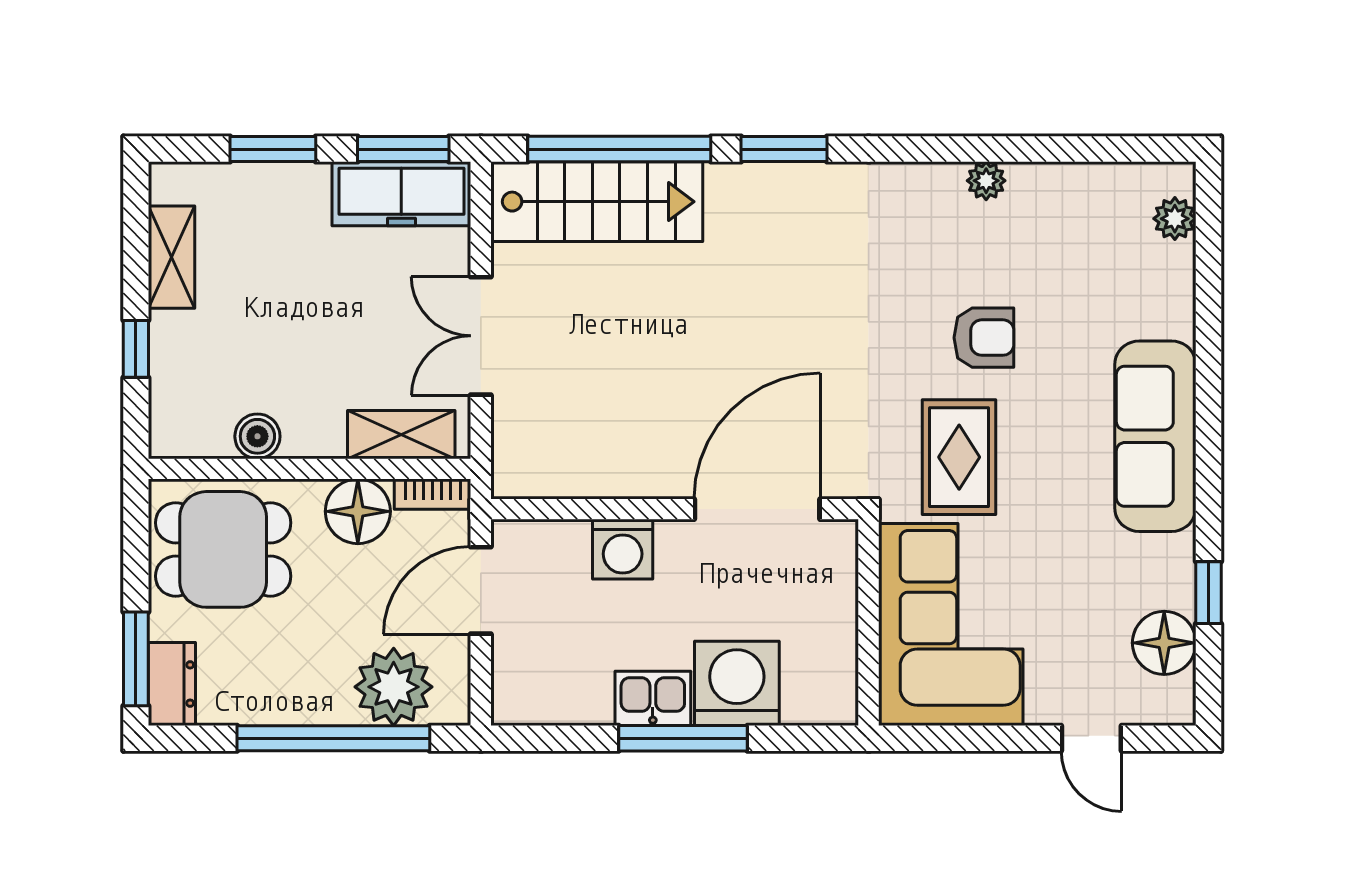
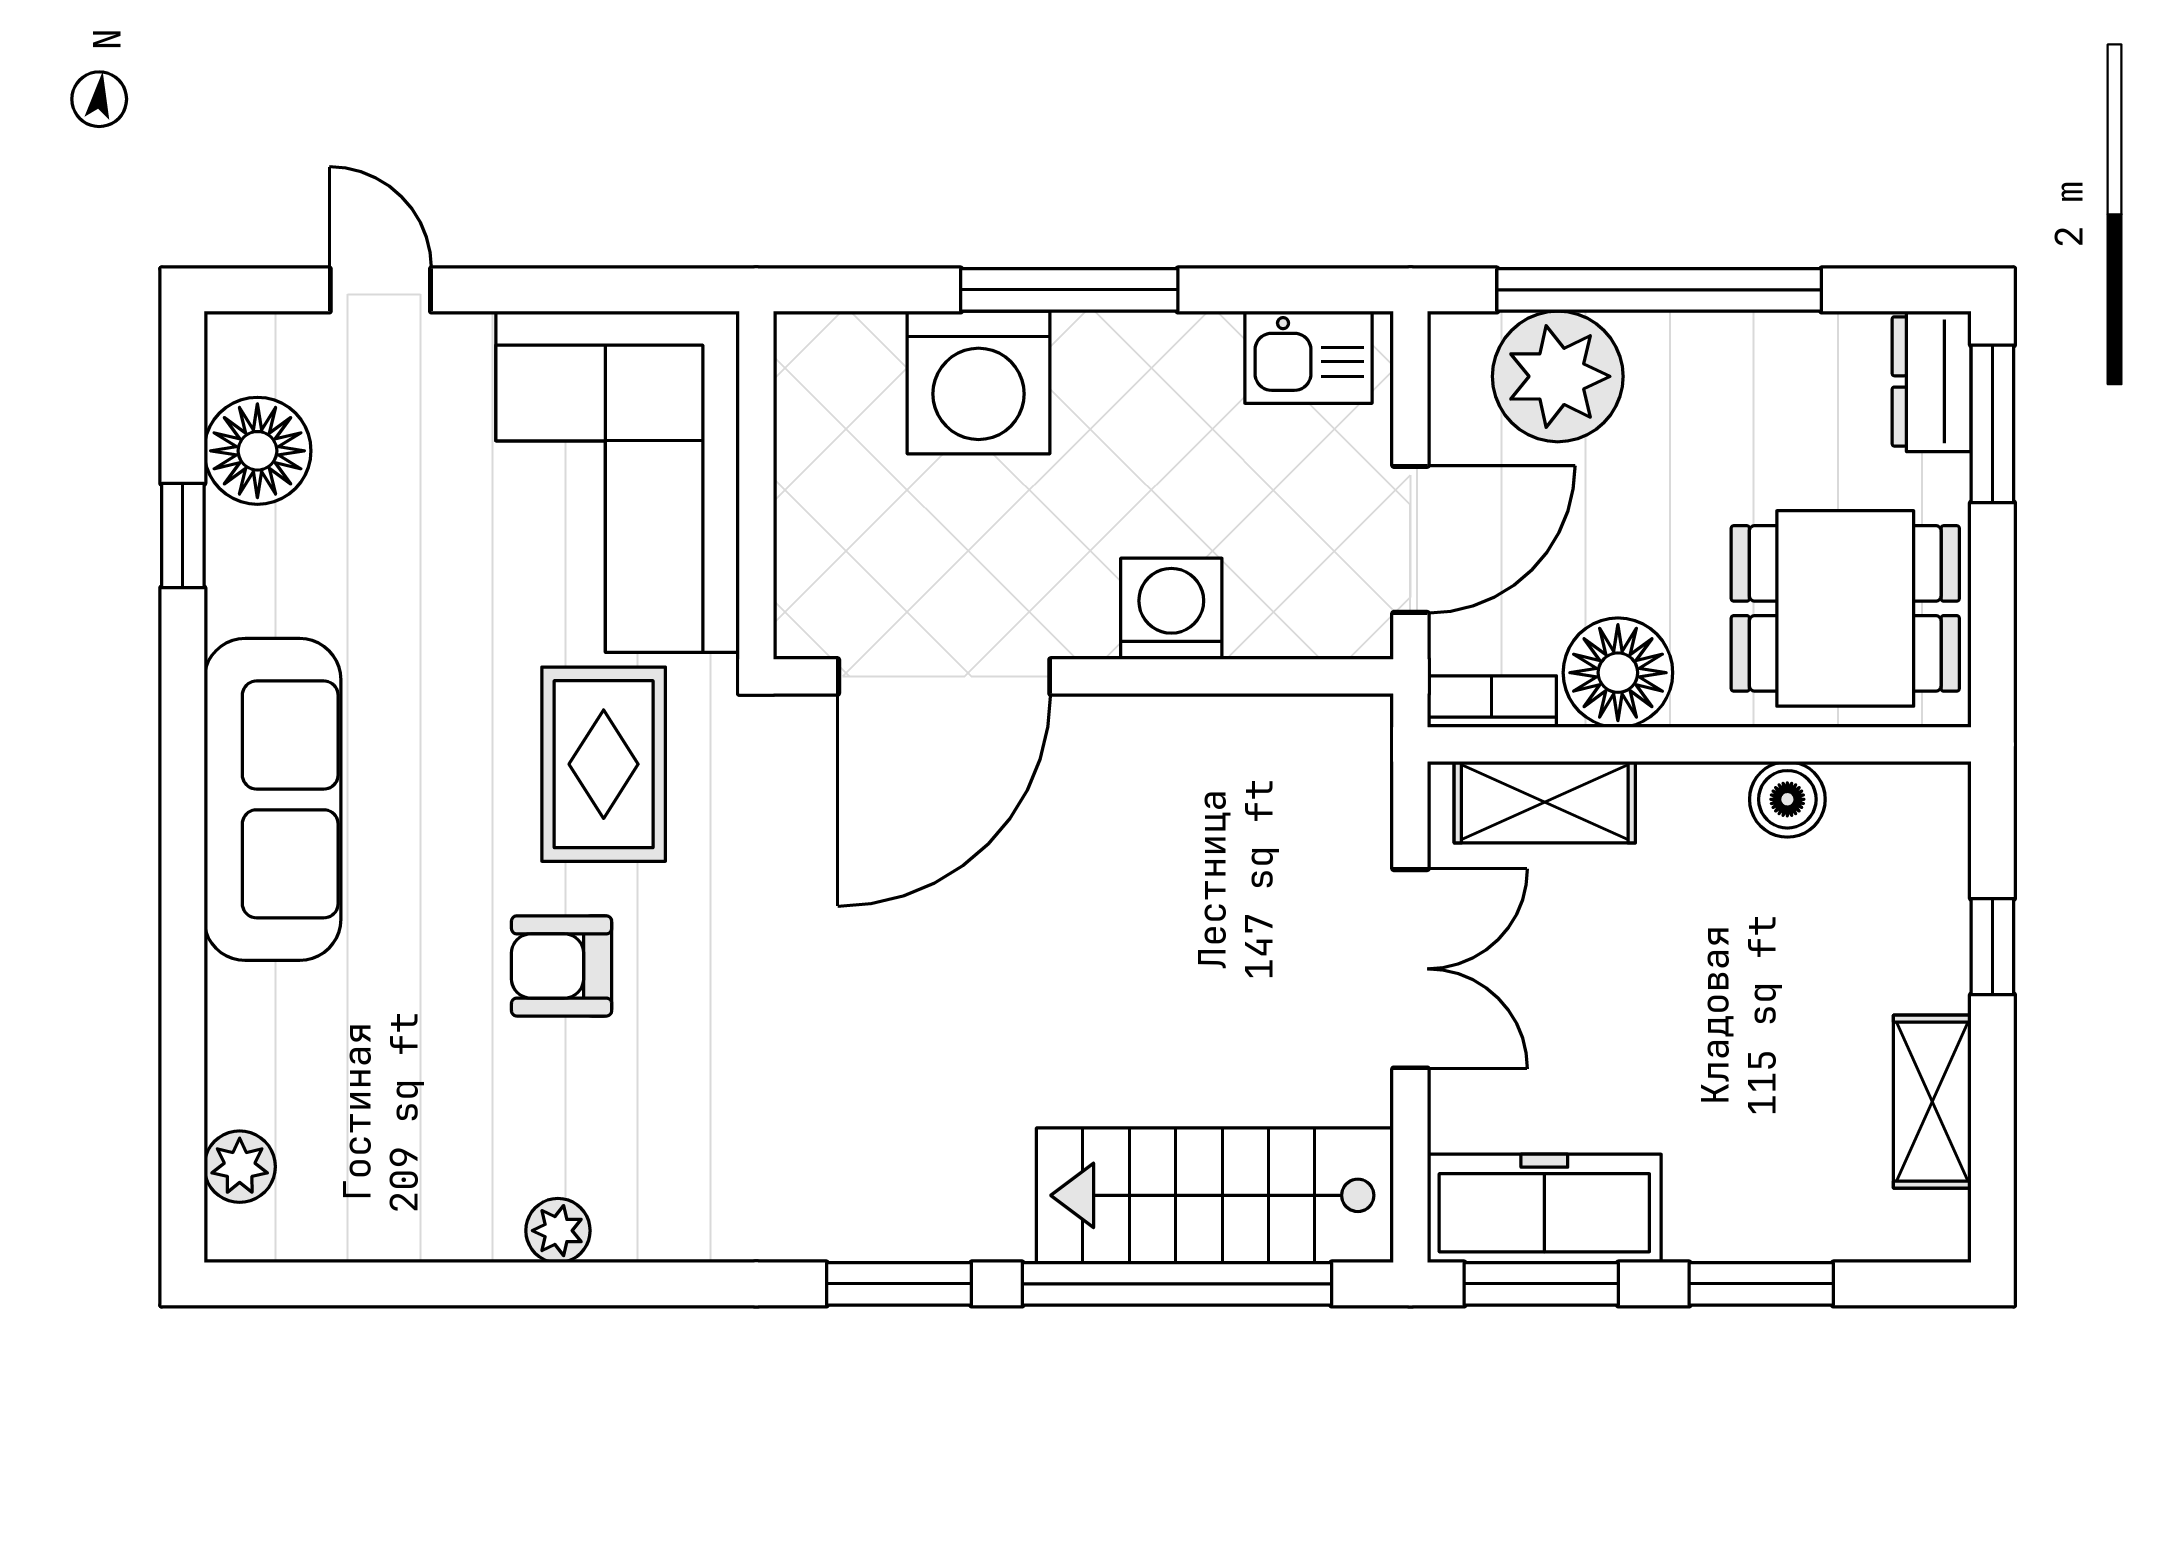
kitchen sink: (653, 698) -> (1308, 357), moved

